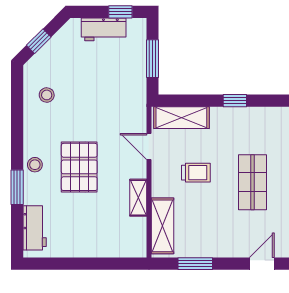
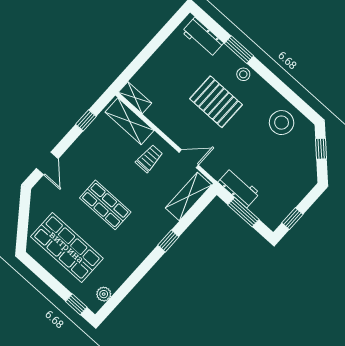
workbench: (104, 29) -> (239, 188), moved, turned 90
stool: (47, 95) -> (282, 123), width x1.89, depth x1.89
trolley: (196, 173) -> (149, 158), moved, turned 180
shelving: (138, 198) -> (135, 98), moved
window: (195, 264) -> (86, 120), width x0.67

